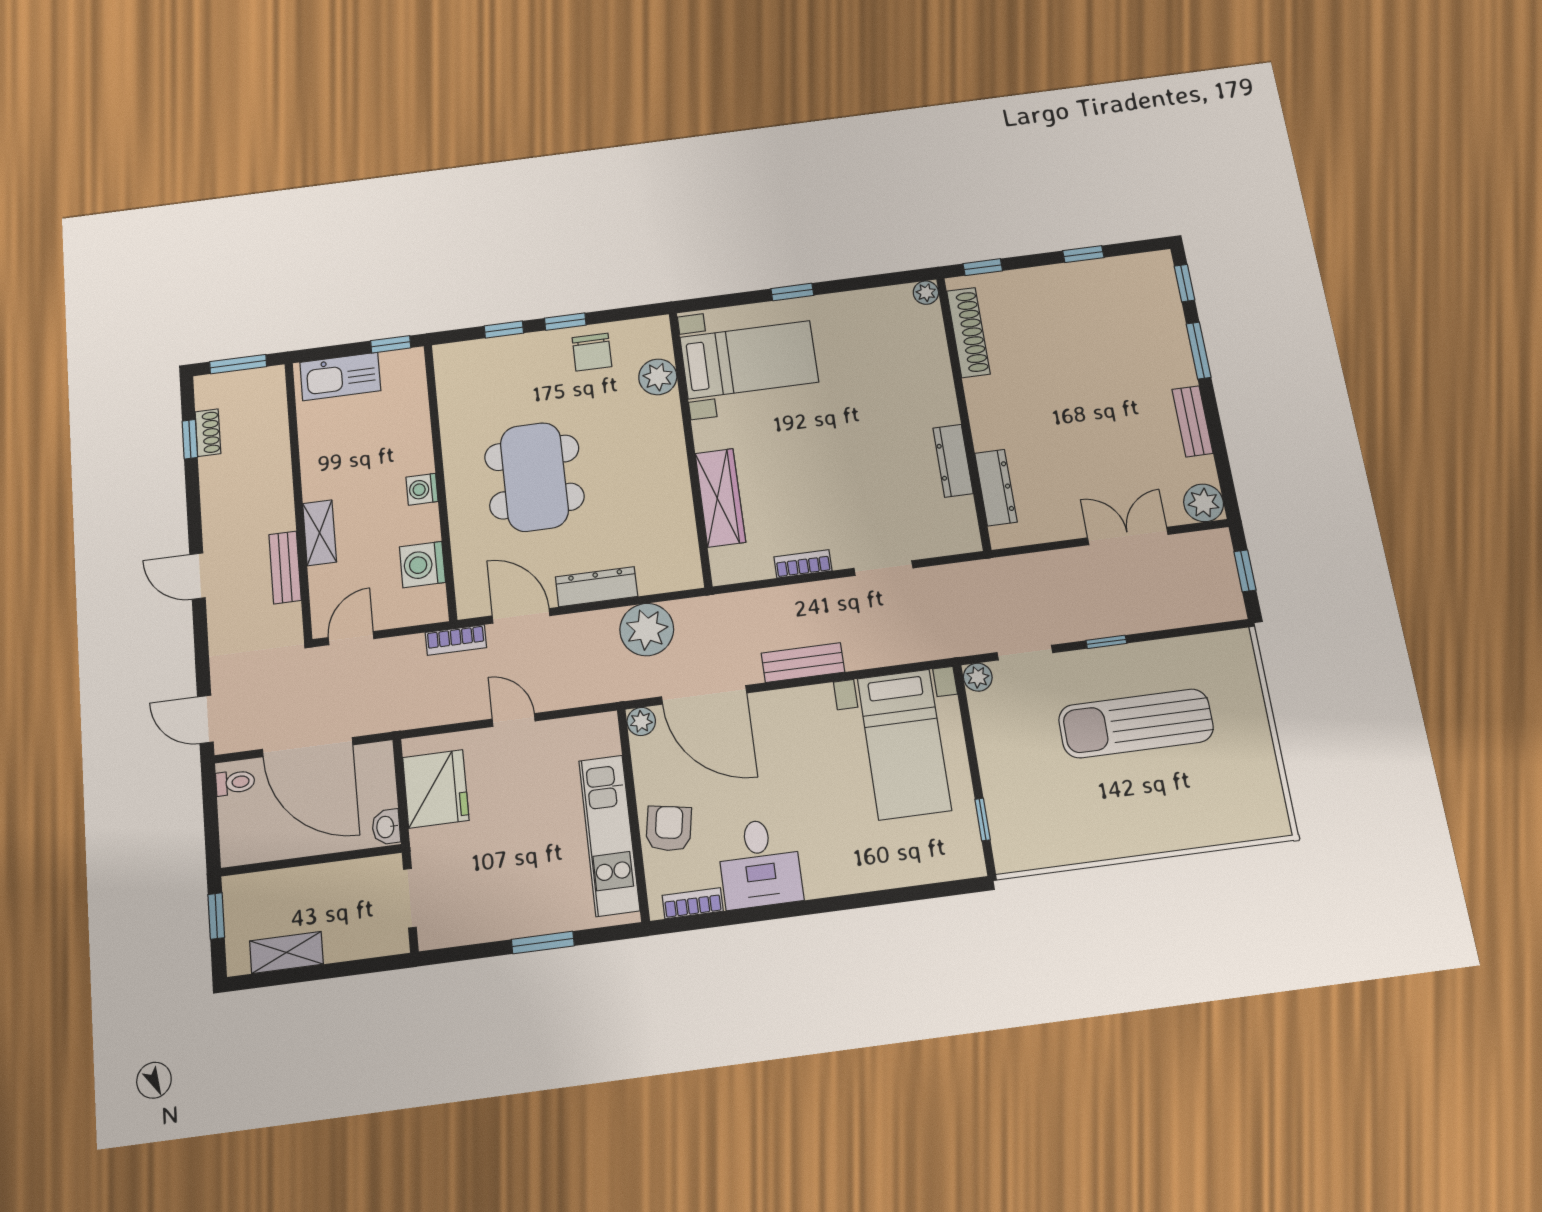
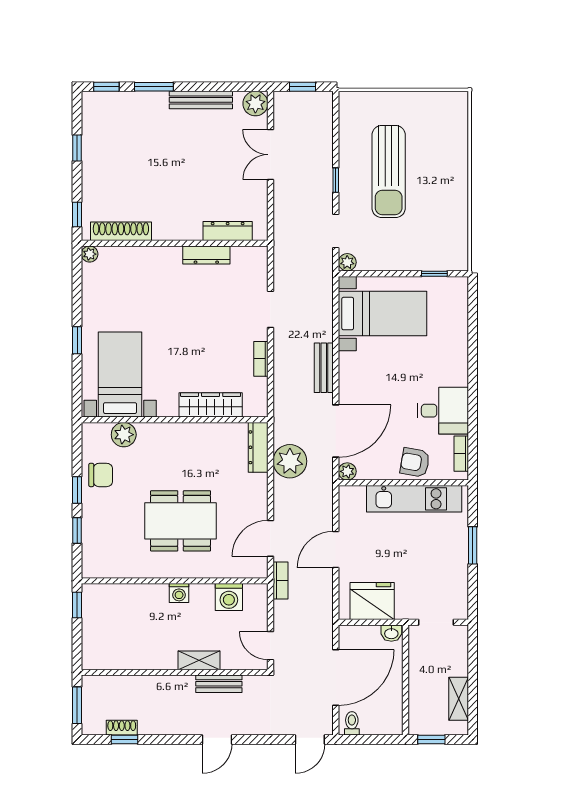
kitchen sink: (340, 376) -> (95, 639), removed
bench: (1192, 421) -> (201, 100), width x1.36
dresser: (596, 587) -> (258, 447), moved
door: (514, 720) -> (336, 550), width x1.38

